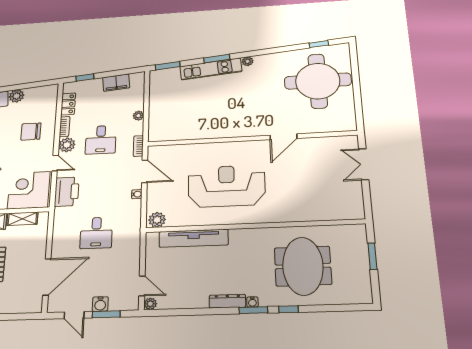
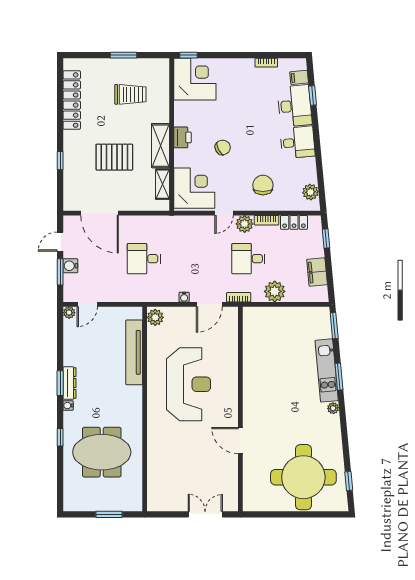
plant: (16, 96) -> (310, 192), moved
plant: (138, 116) -> (275, 291), width x1.87, depth x1.87
printer: (67, 192) -> (191, 227), removed
window: (253, 310) -> (60, 383), moved

